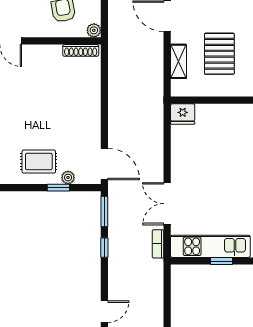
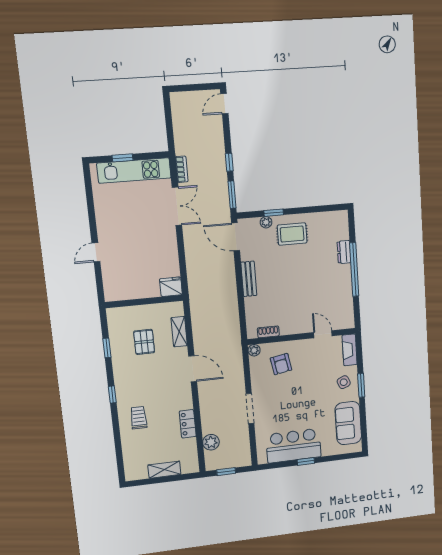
shoe rack: (81, 50) -> (268, 332), width x0.70
pallet: (219, 54) -> (144, 342), width x0.67, depth x0.71
bench: (93, 115) -> (249, 279), added

